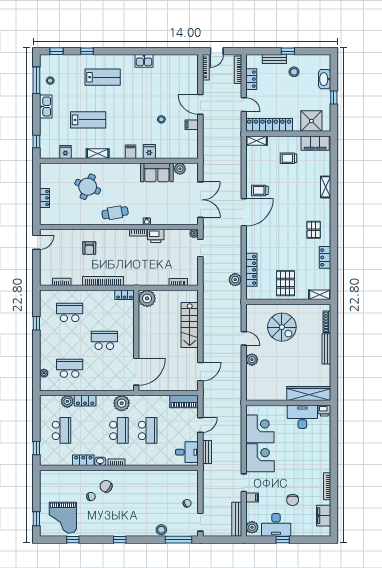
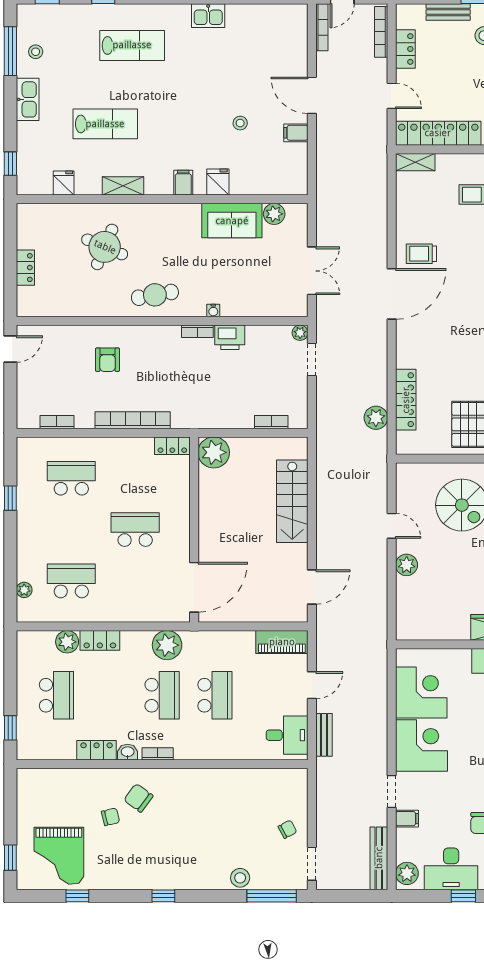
double door: (200, 200) -> (312, 271), width x0.73

